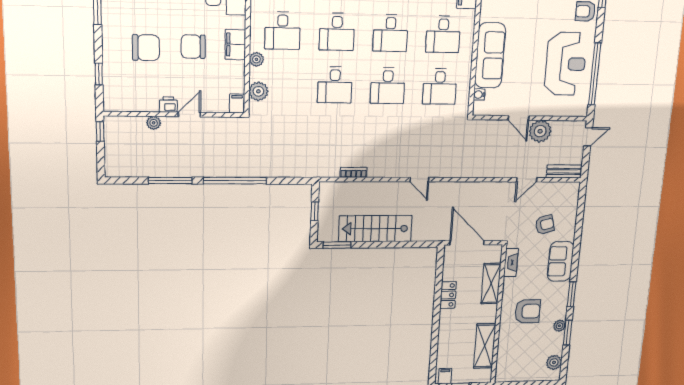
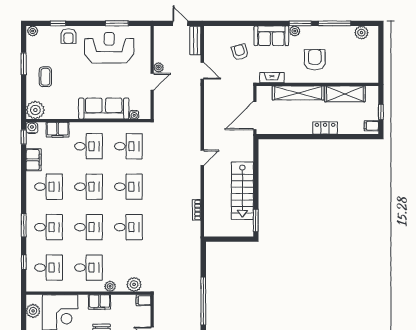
window: (595, 74) -> (117, 23), width x0.47
plant: (540, 131) -> (159, 67), width x0.53, depth x0.53
door: (588, 137) -> (180, 23), moved
window: (315, 211) -> (228, 239), removed
shelving: (491, 284) -> (298, 93), width x1.47
locker: (448, 295) -> (325, 128), moved
plant: (559, 326) -> (295, 31), moved
window: (568, 333) -> (335, 23), width x1.44

